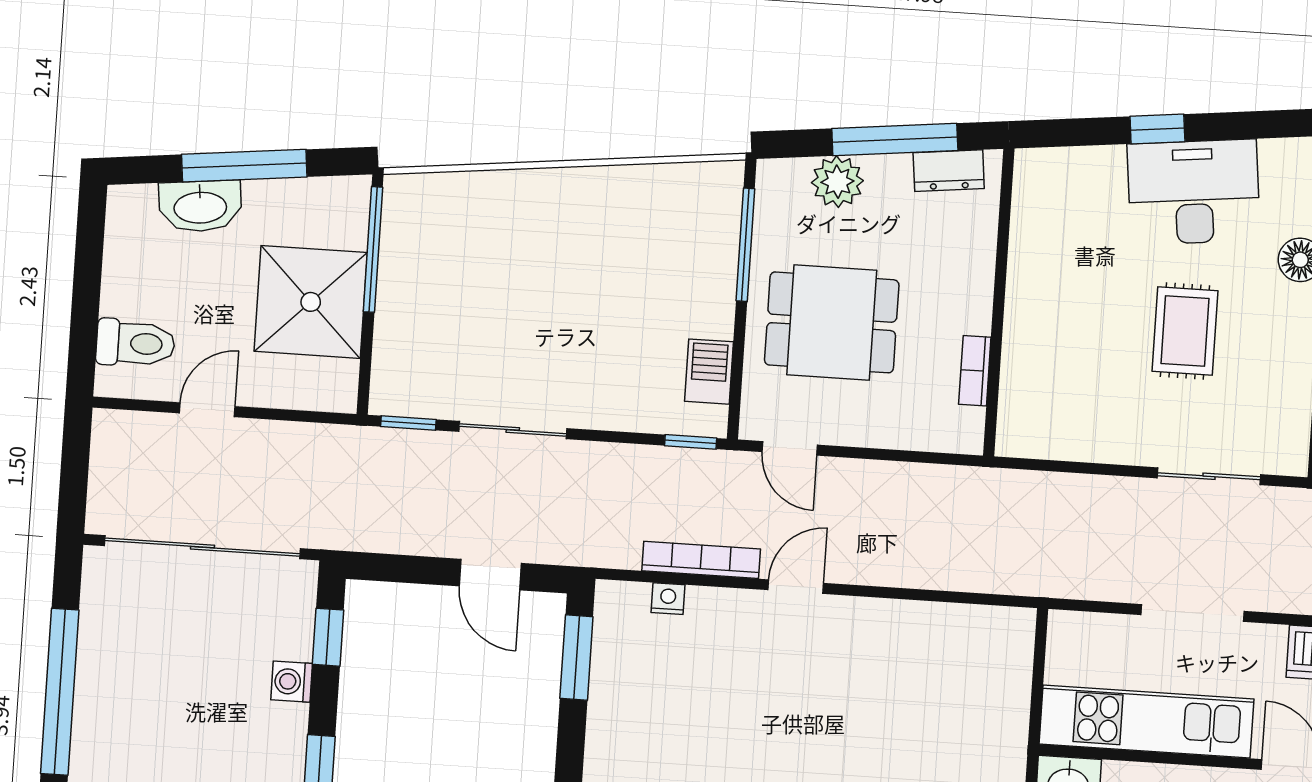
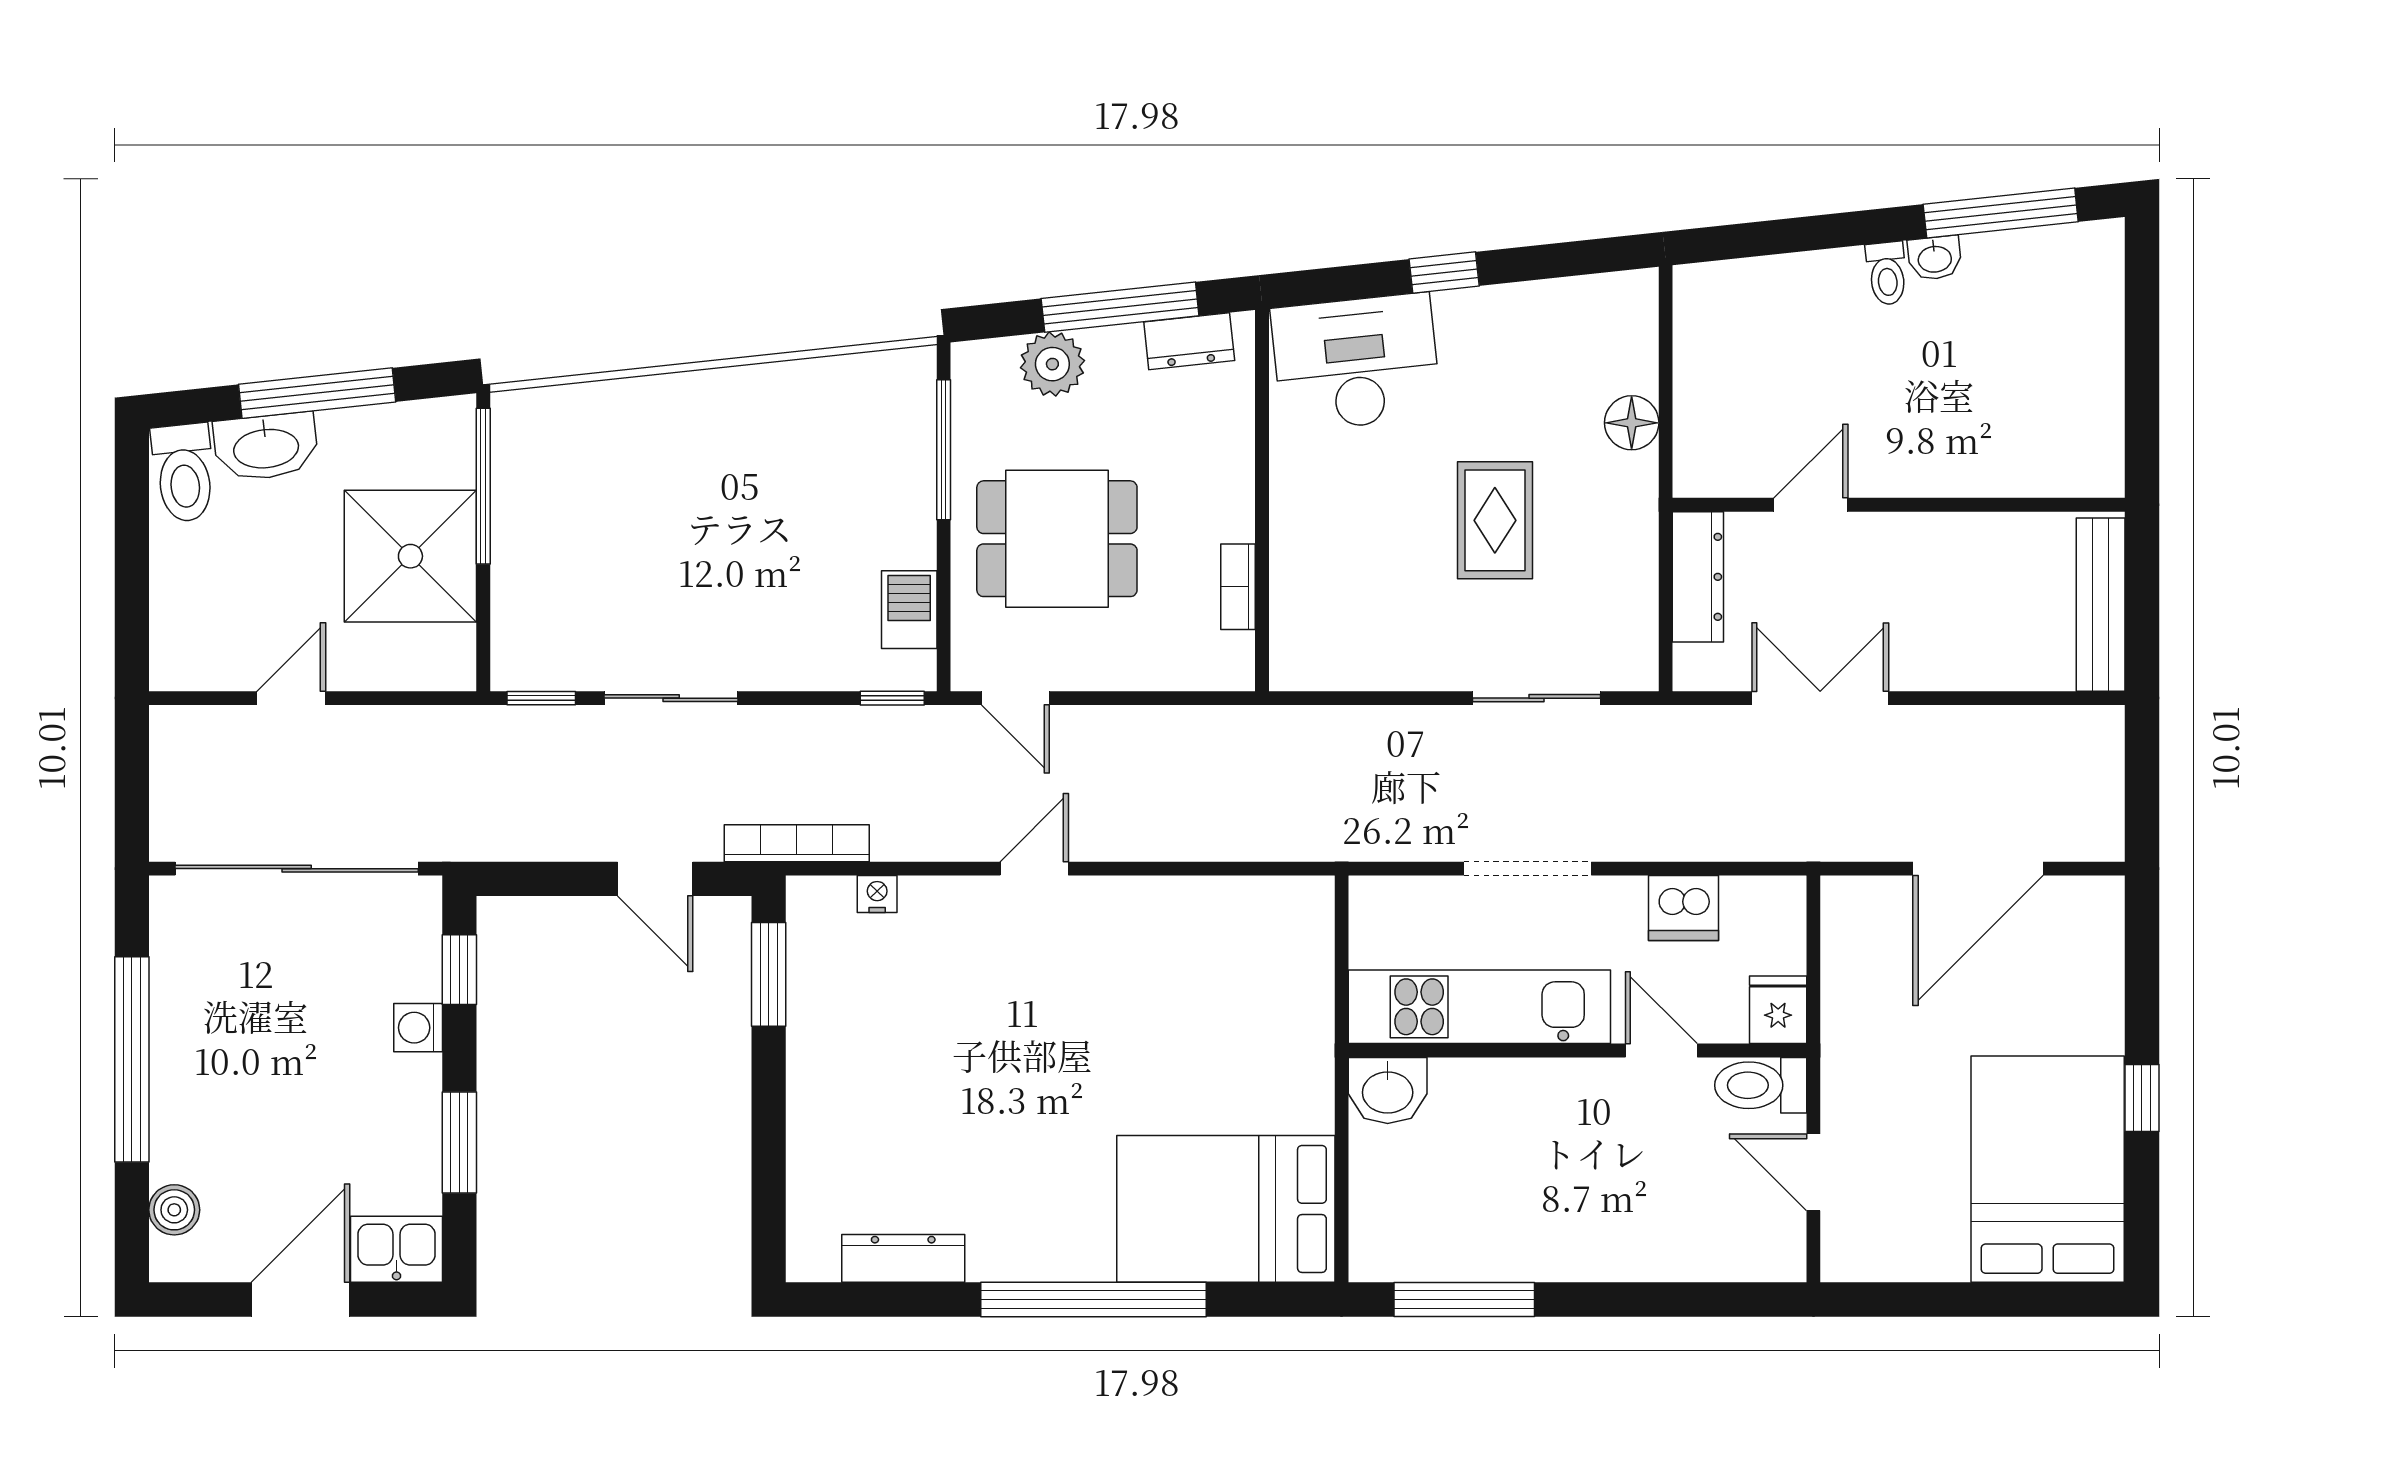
desk: (1194, 192) -> (1356, 362), moved
toilet: (136, 343) -> (184, 473), moved, turned 84
bookcase: (701, 560) -> (797, 843), moved

